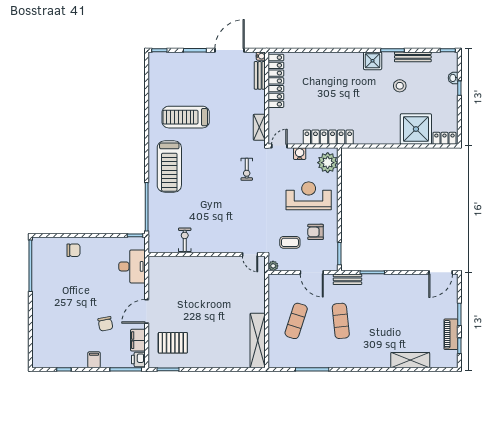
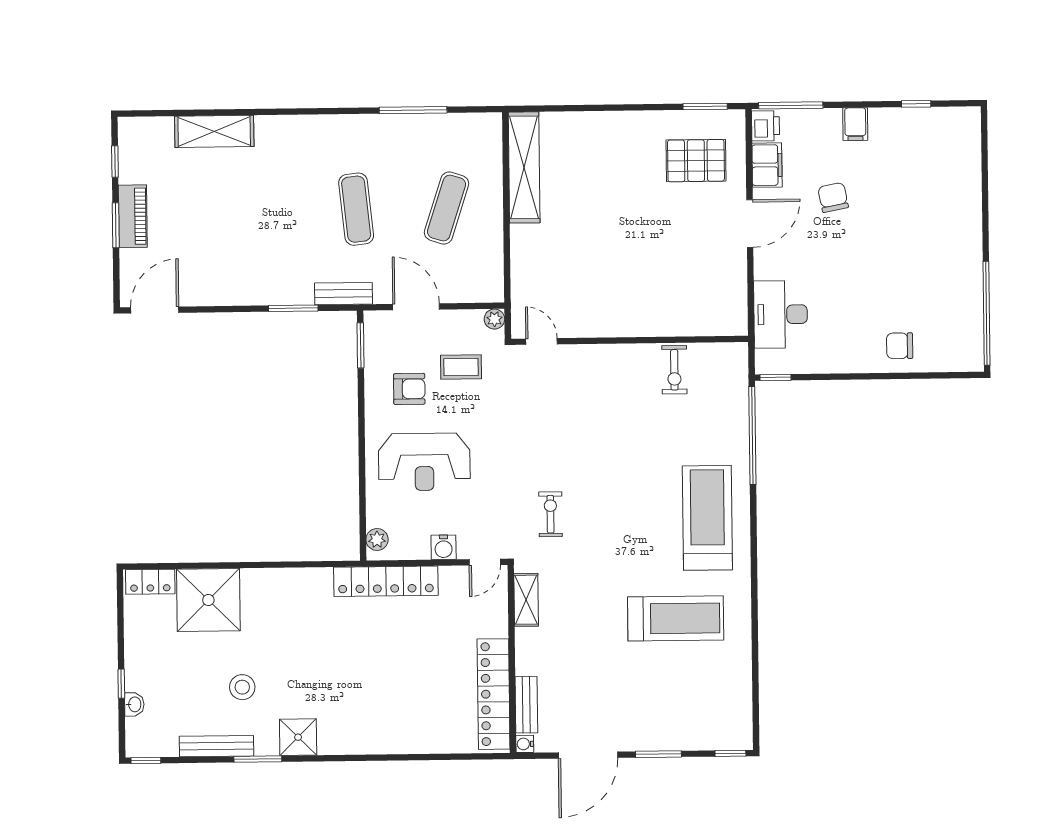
plant: (328, 163) -> (377, 539), width x0.53, depth x0.53
piano: (451, 334) -> (133, 216), moved

